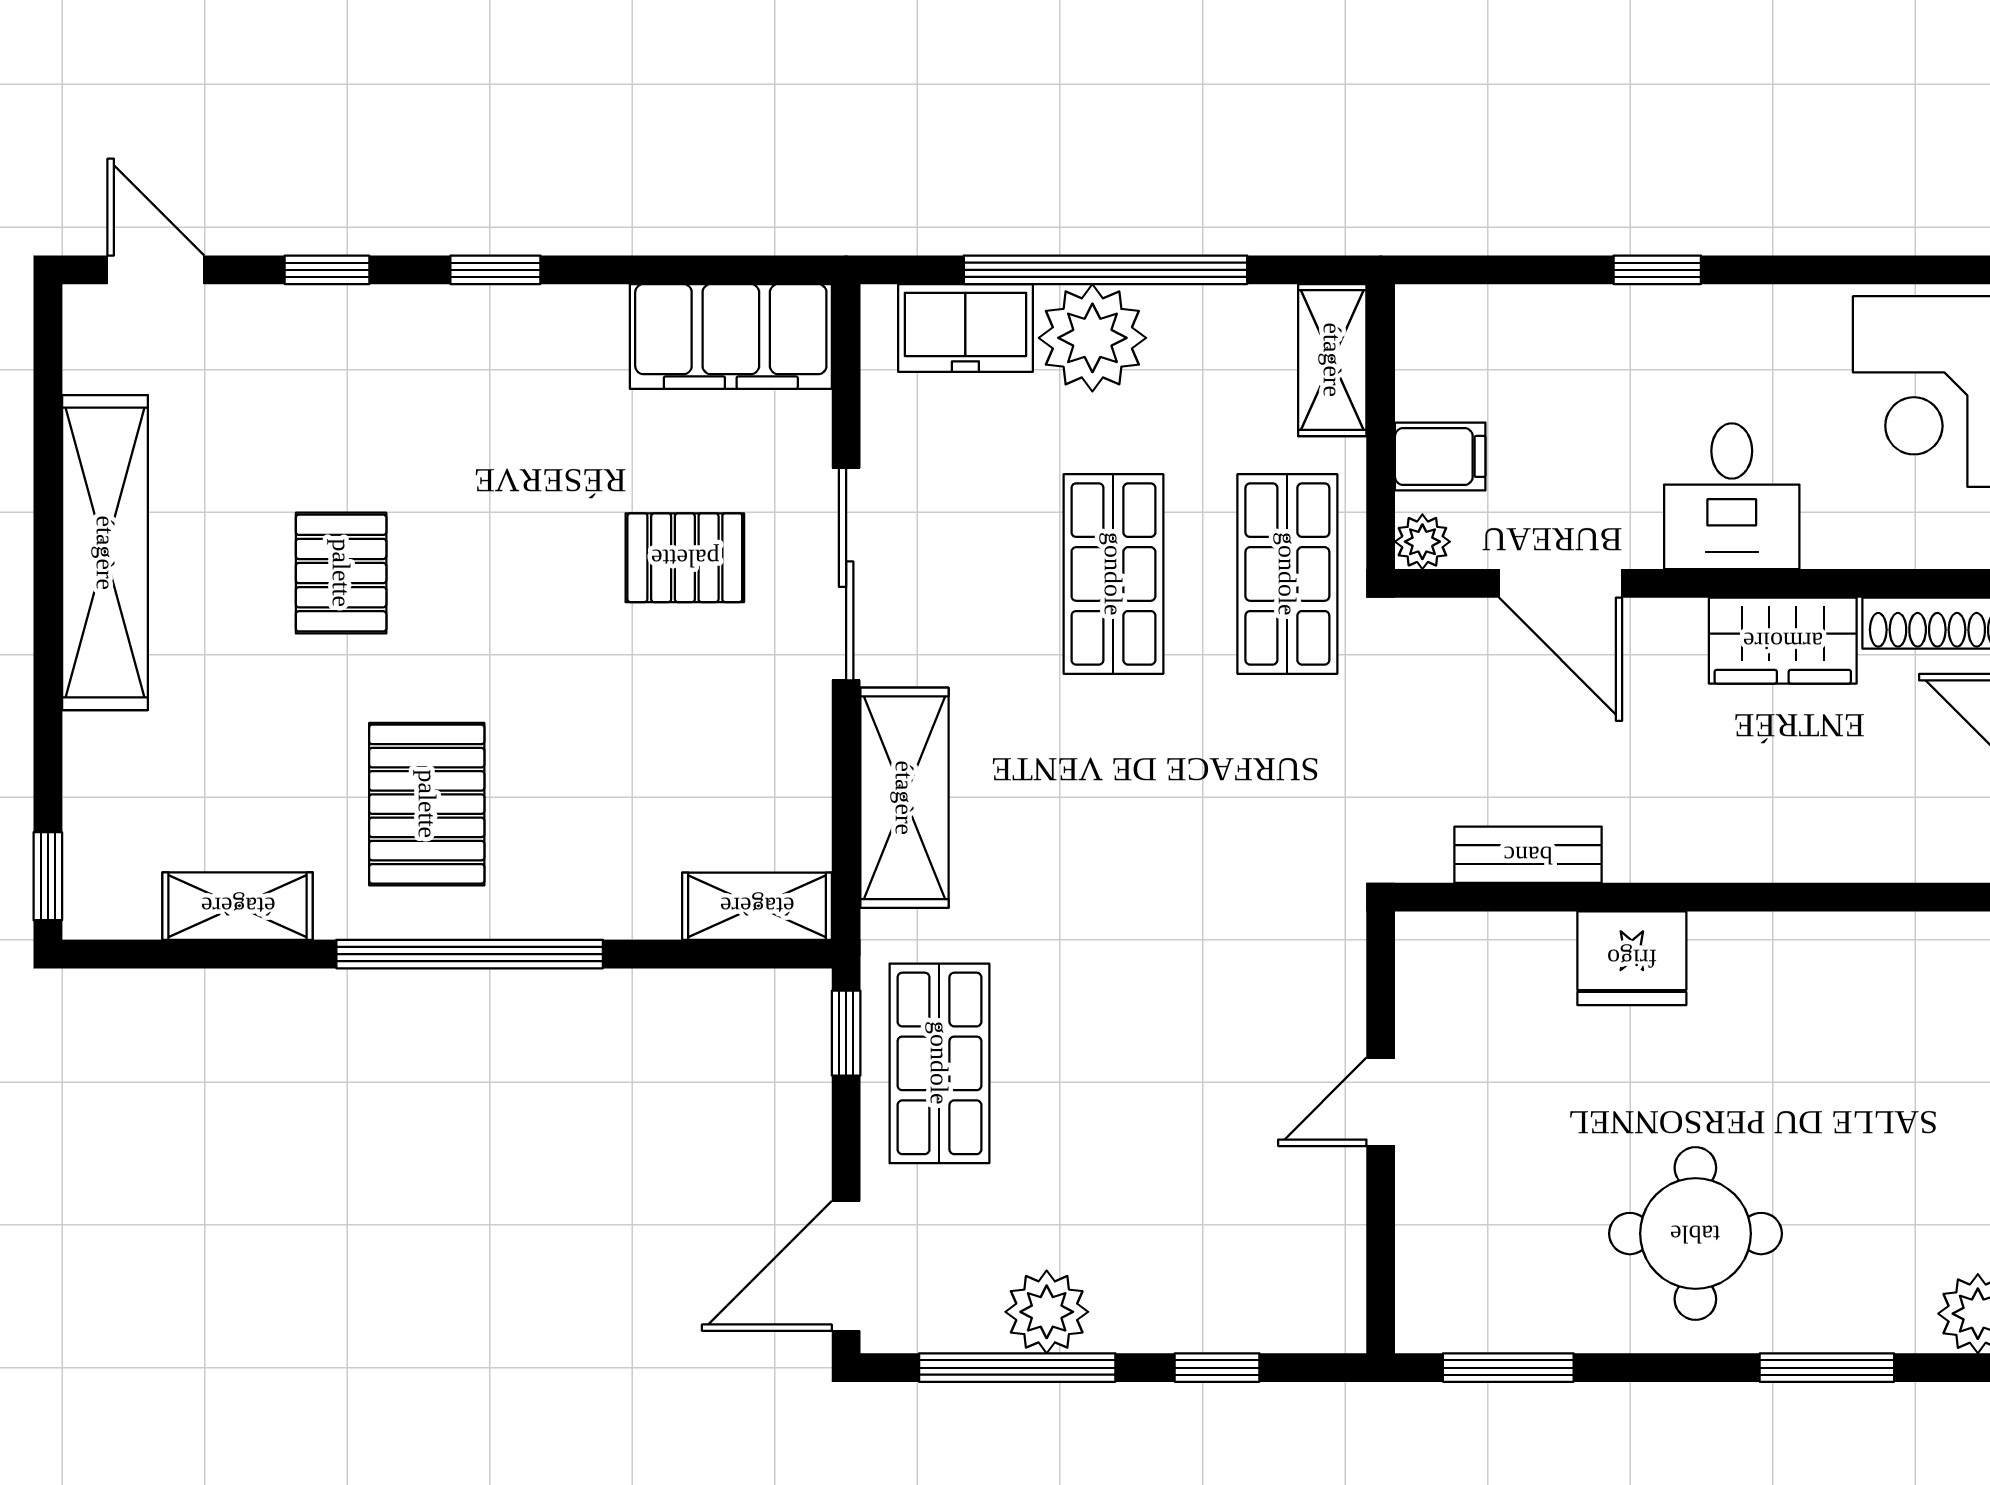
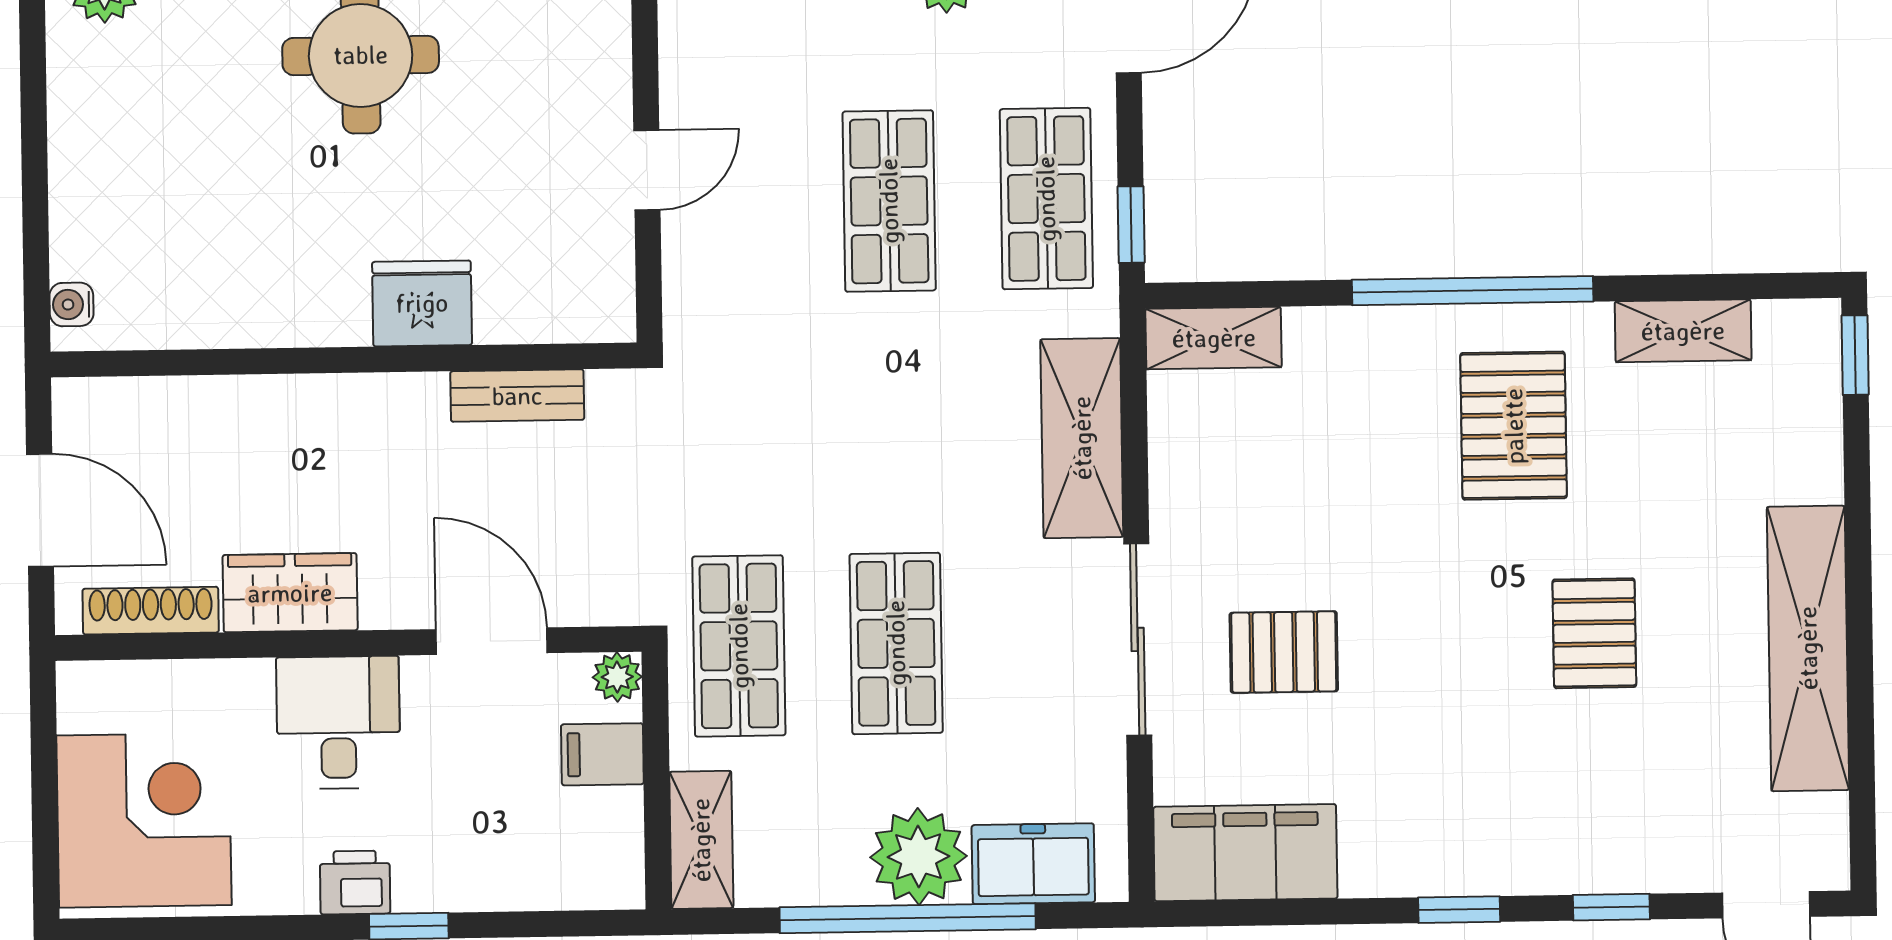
printer: (1716, 319) -> (355, 882), added
shop shelf: (1113, 1063) -> (889, 201), added

